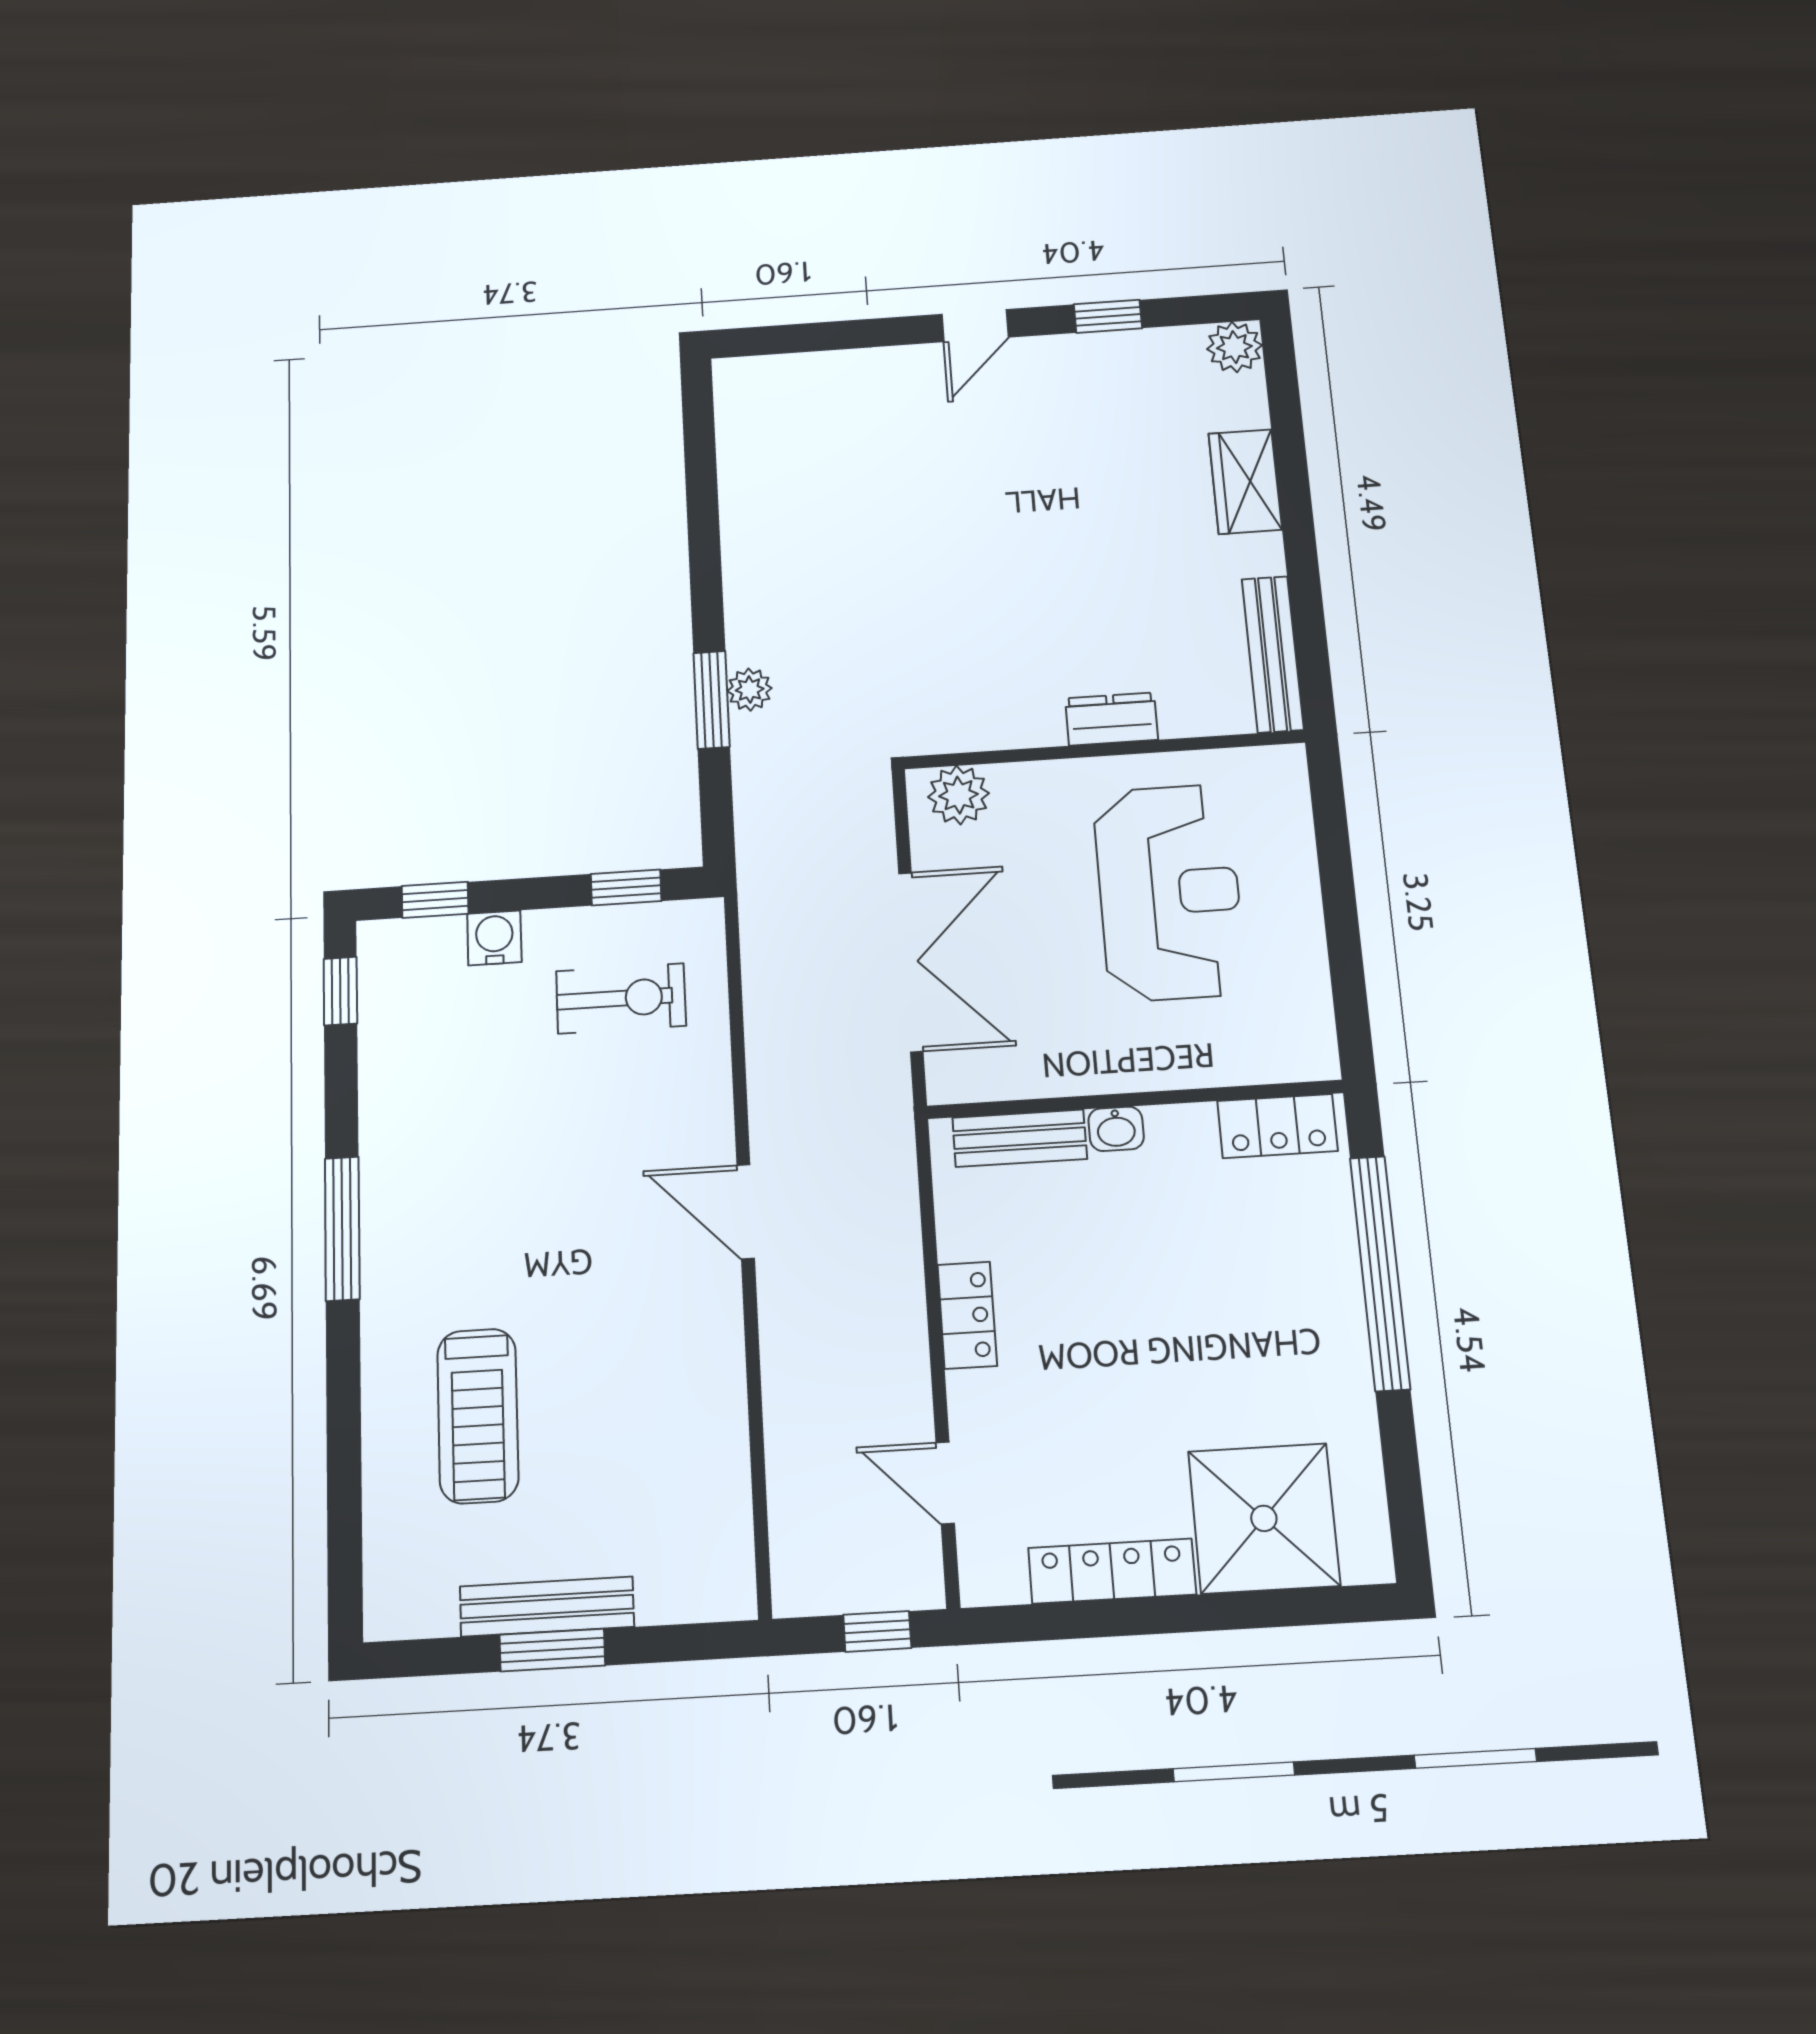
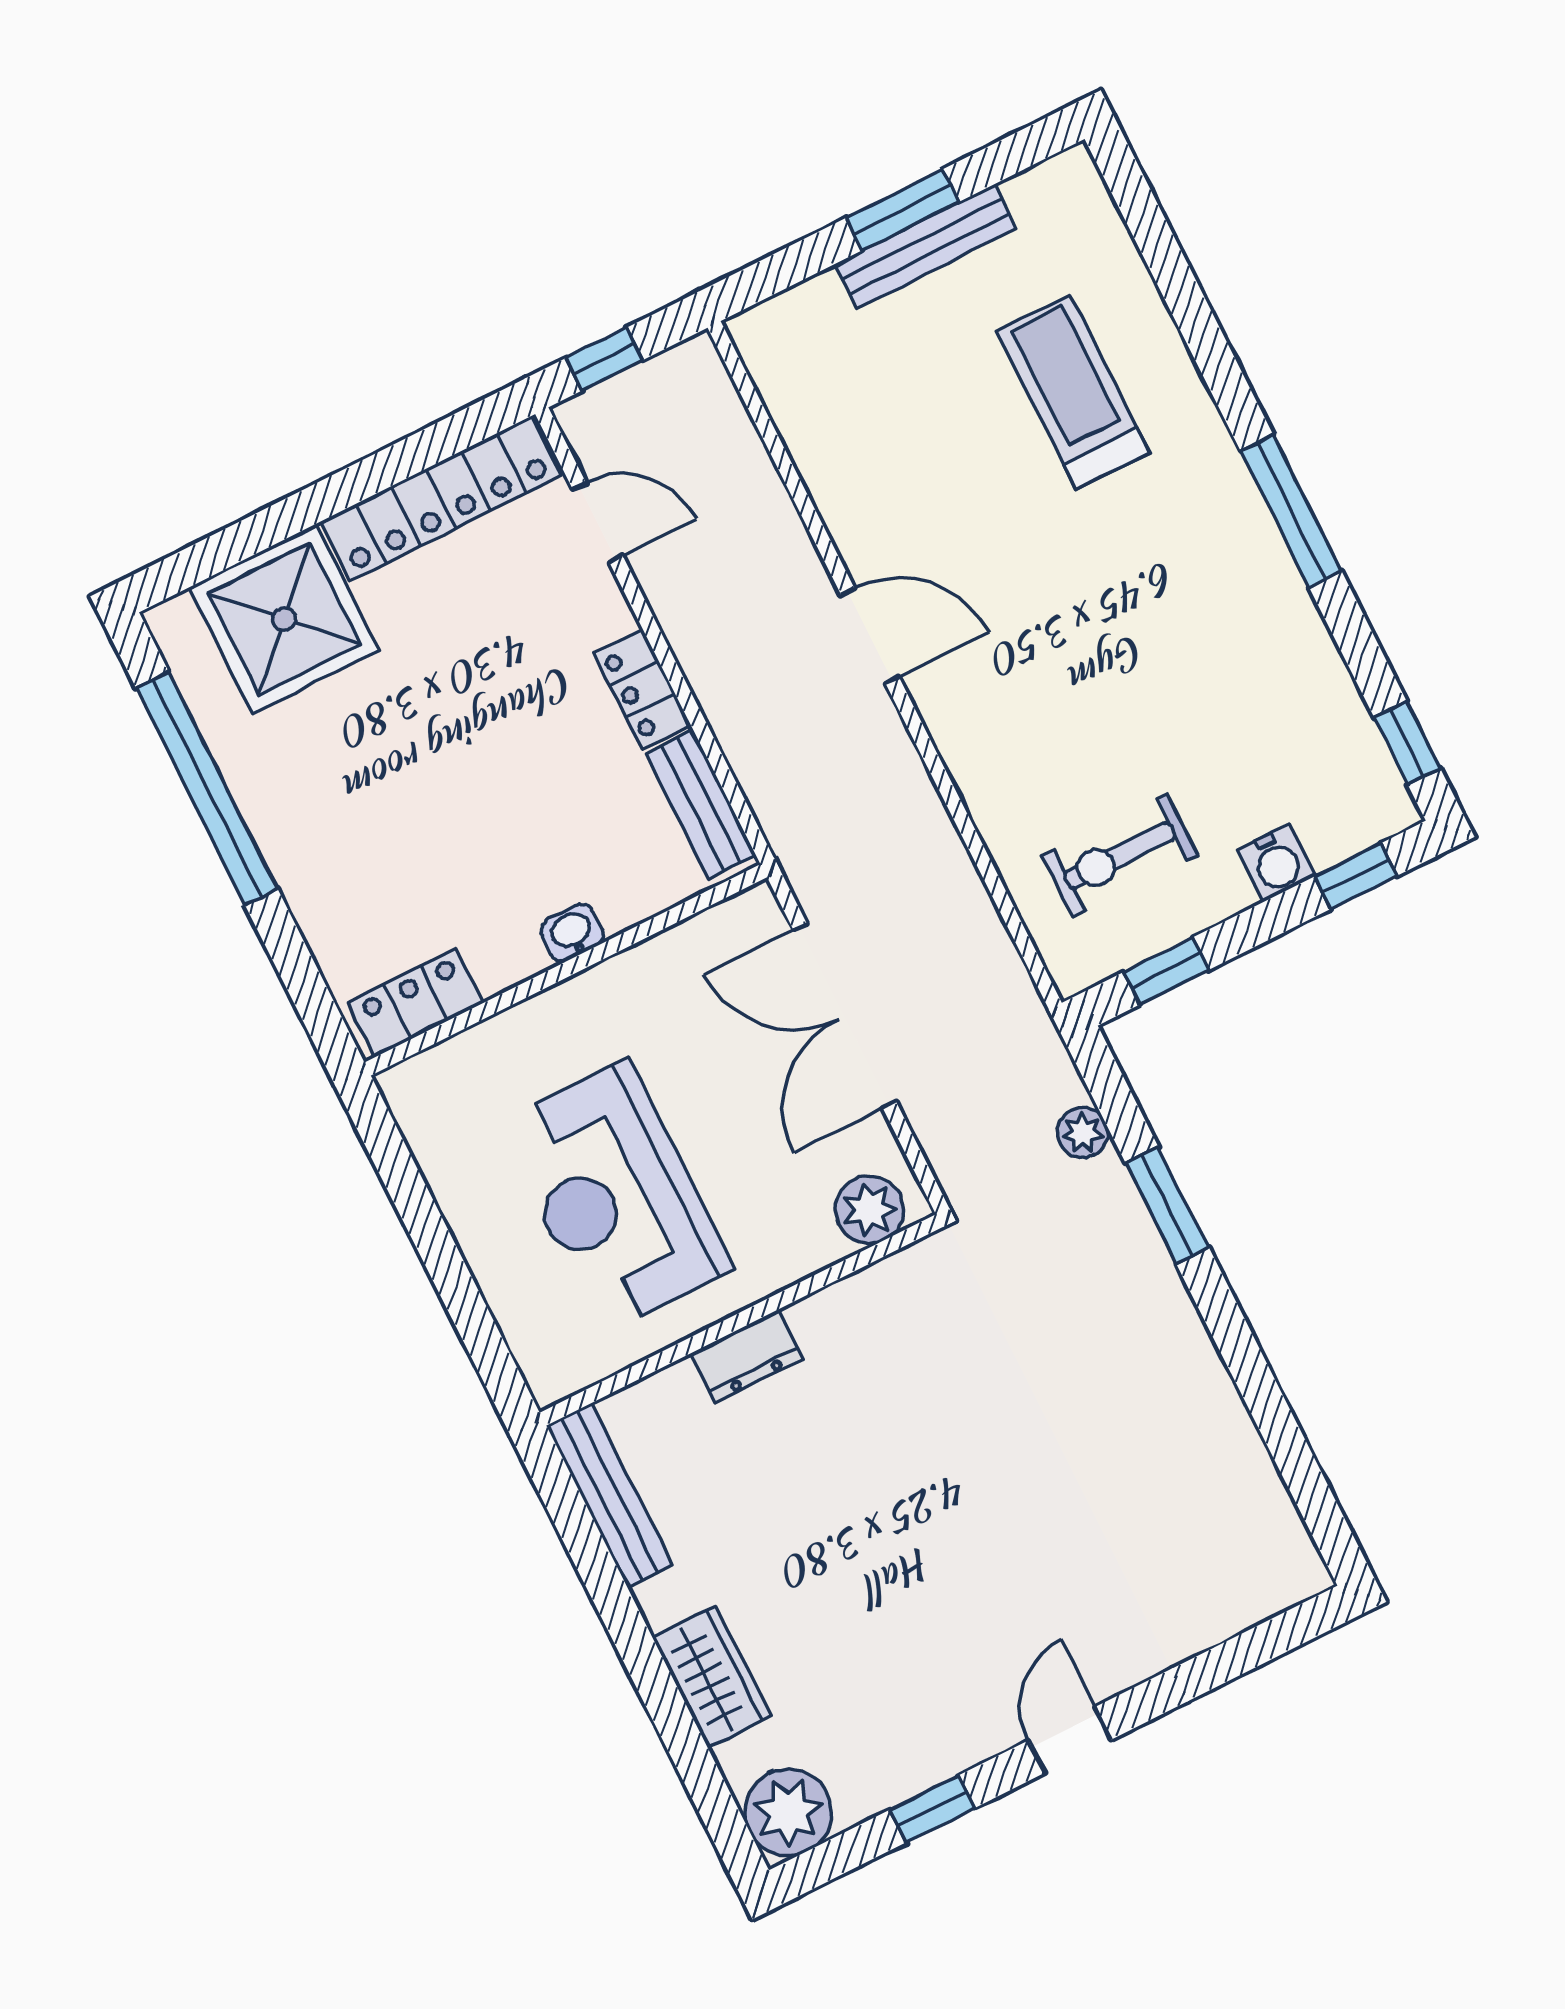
plant: (1234, 347) -> (788, 1812), width x1.36, depth x1.36
plant: (750, 690) -> (1083, 1133), moved
bench: (1020, 1138) -> (701, 804), moved, turned 90
door: (746, 1212) -> (870, 636), moved
window: (1380, 1273) -> (207, 788), moved
locker: (1112, 1571) -> (441, 499), width x1.41, depth x1.21

